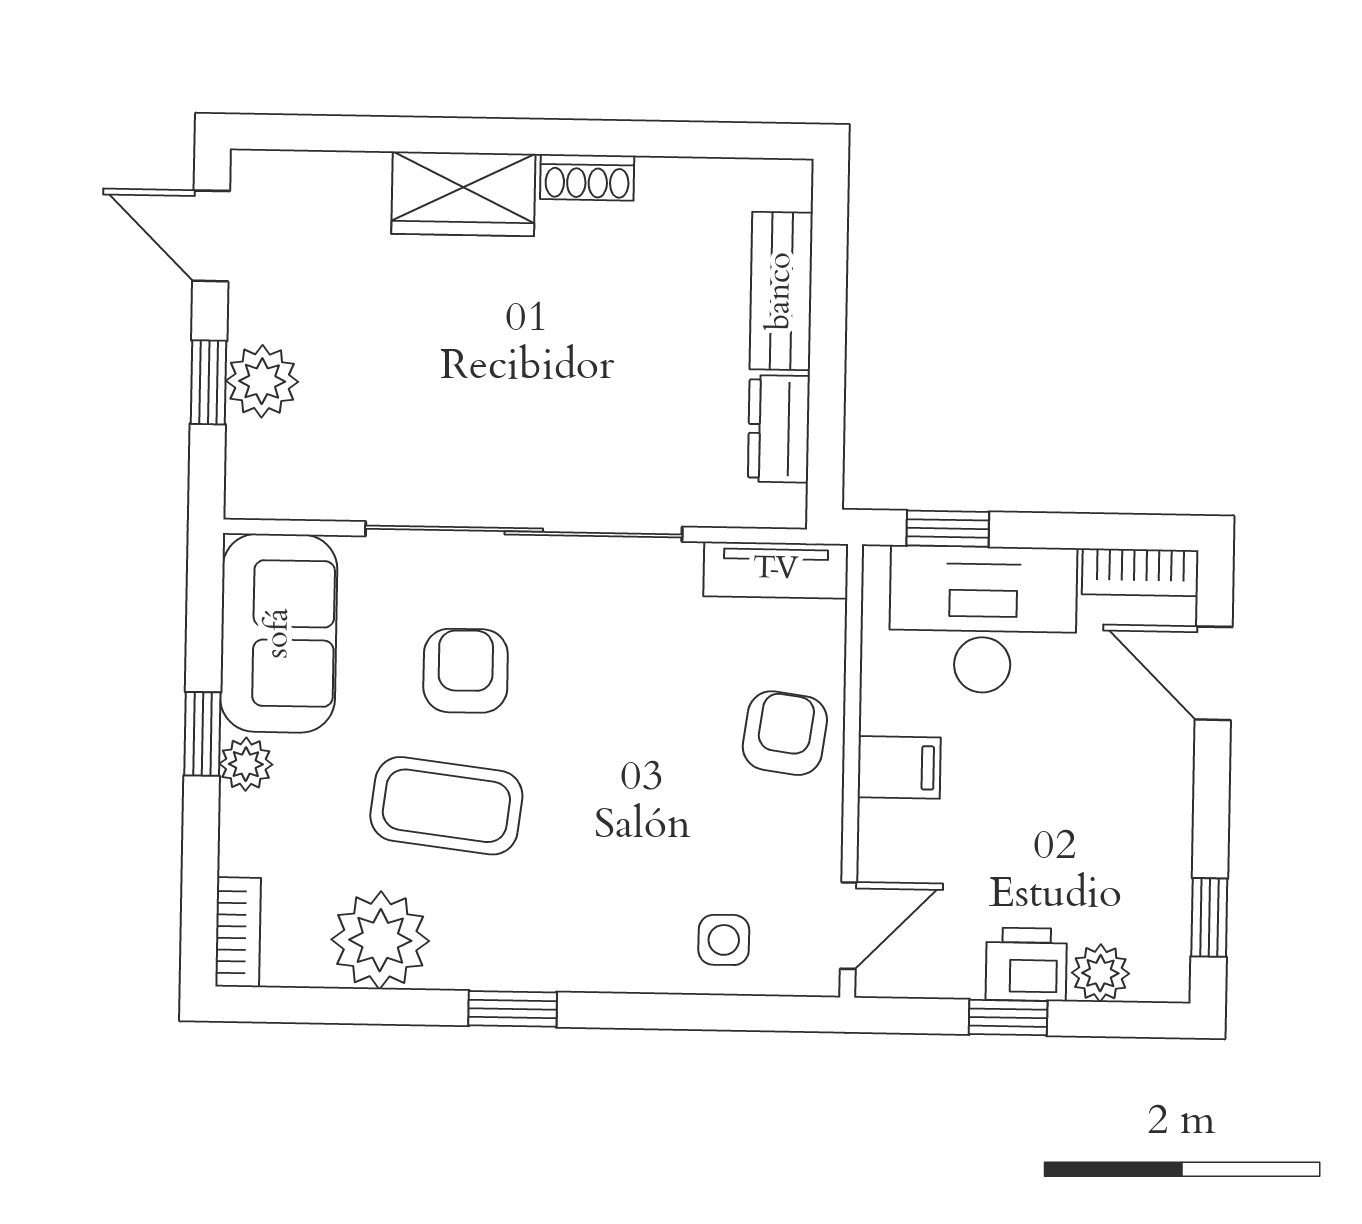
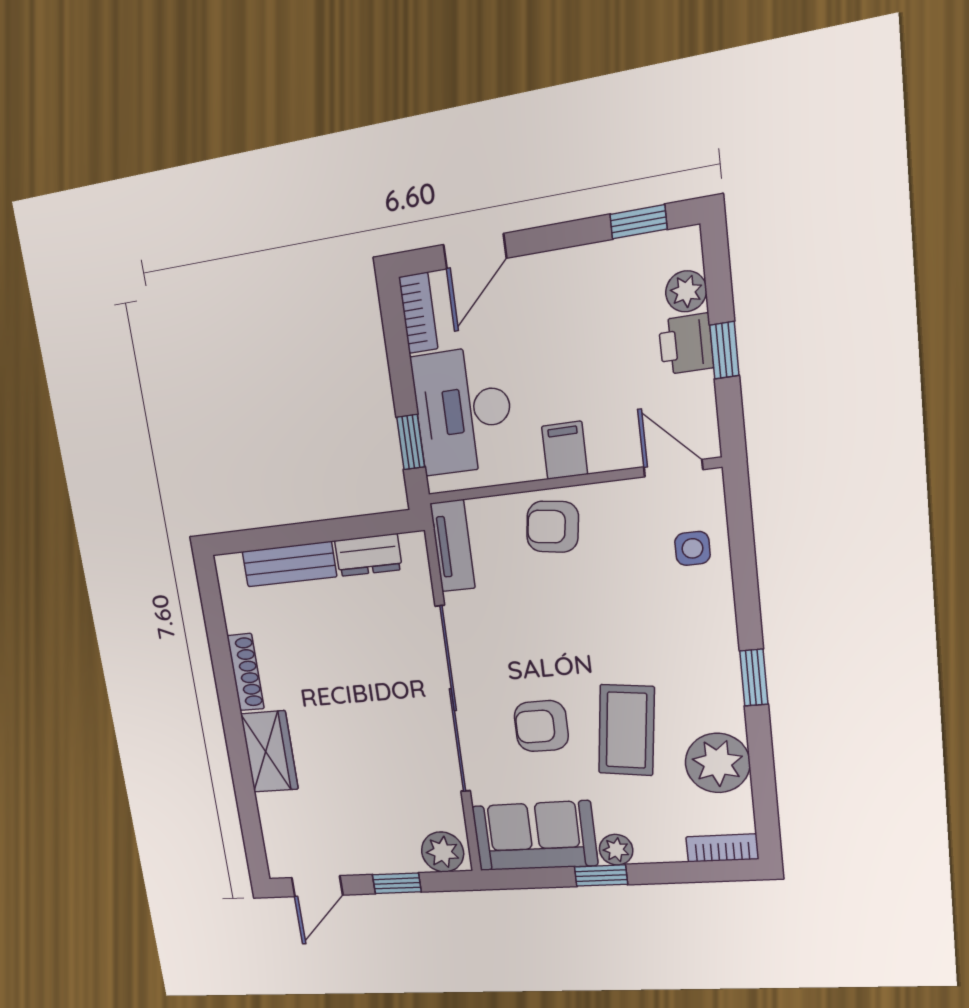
shoe rack: (587, 177) -> (246, 672), width x1.43
plant: (262, 381) -> (443, 852), moved

